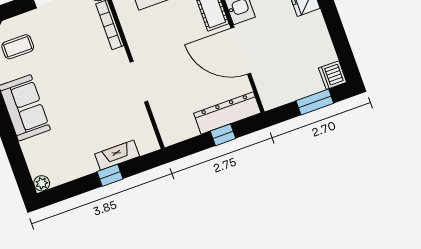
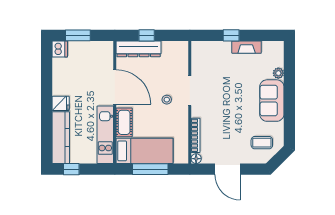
stool: (165, 59) -> (167, 100), added
fireplace: (117, 155) -> (247, 47), moved
plant: (42, 183) -> (278, 73), moved

